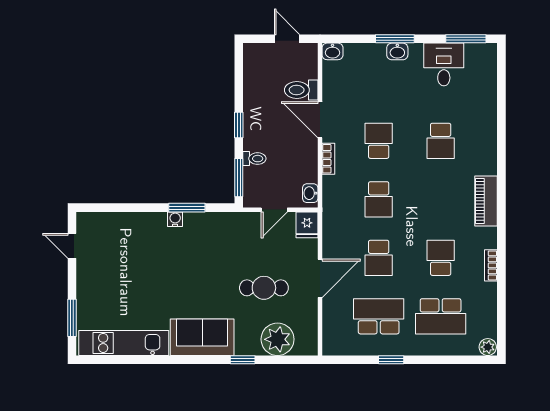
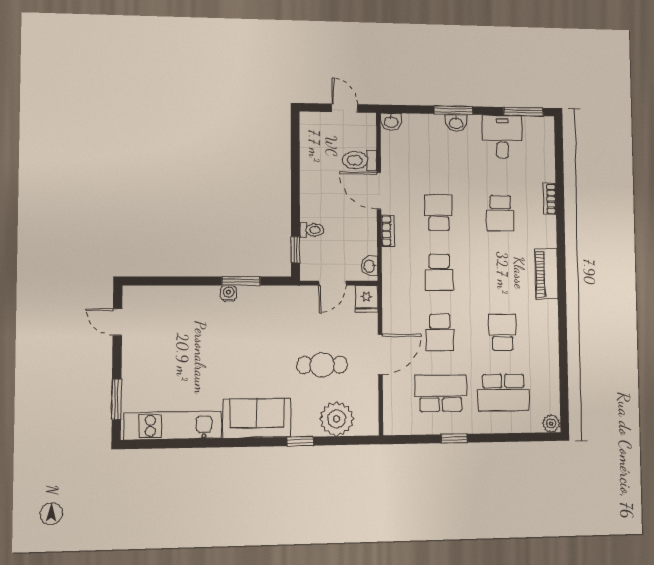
window: (239, 125) -> (295, 195), removed
window: (239, 178) -> (295, 250), width x0.67
bookcase: (491, 265) -> (550, 199), moved

